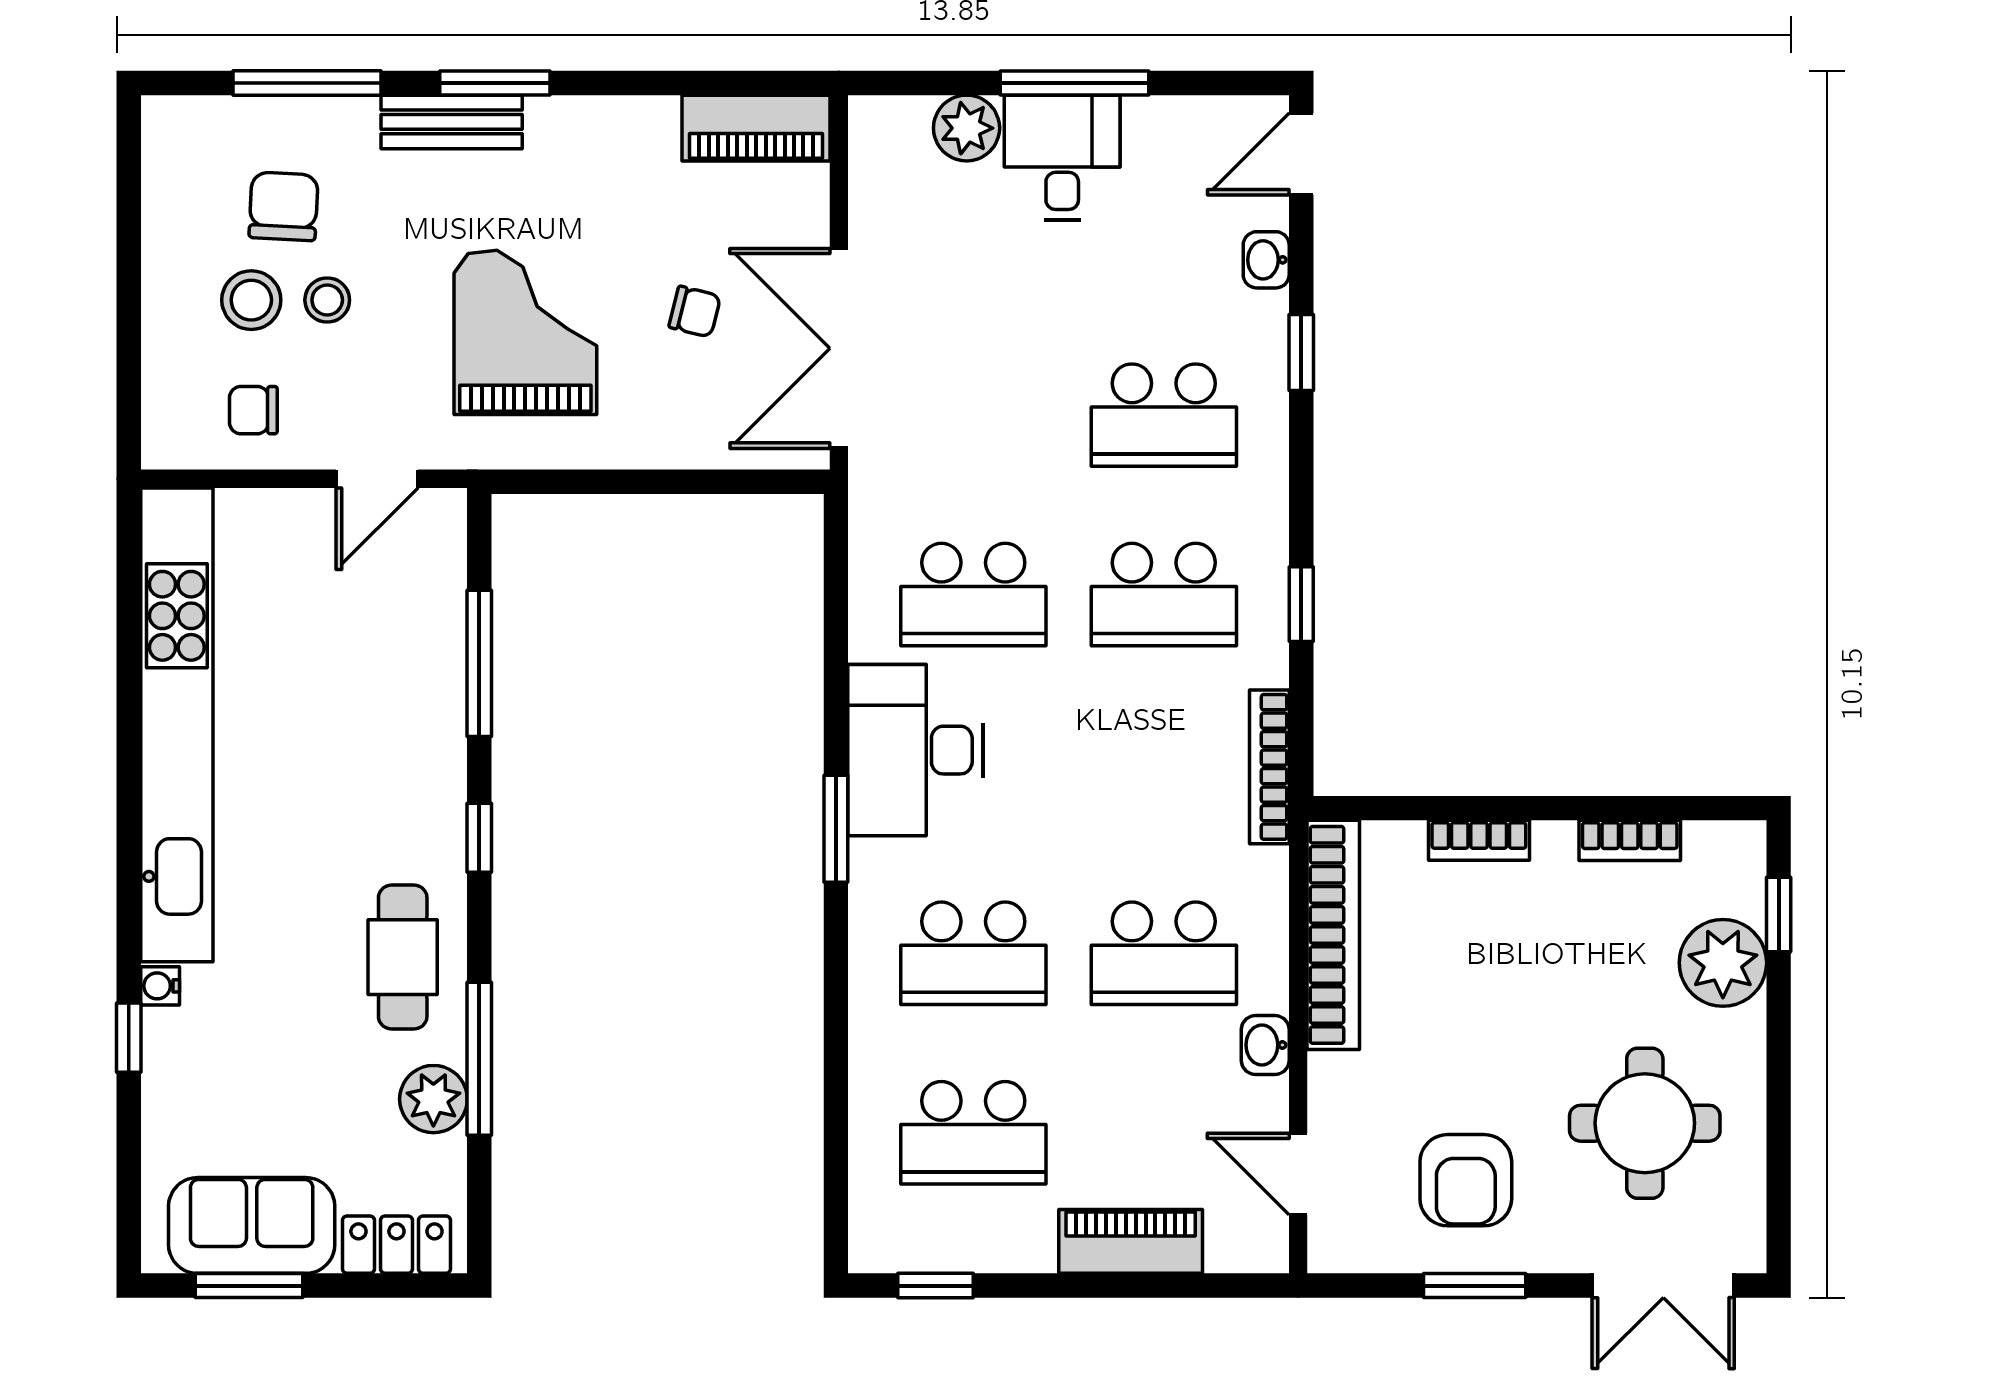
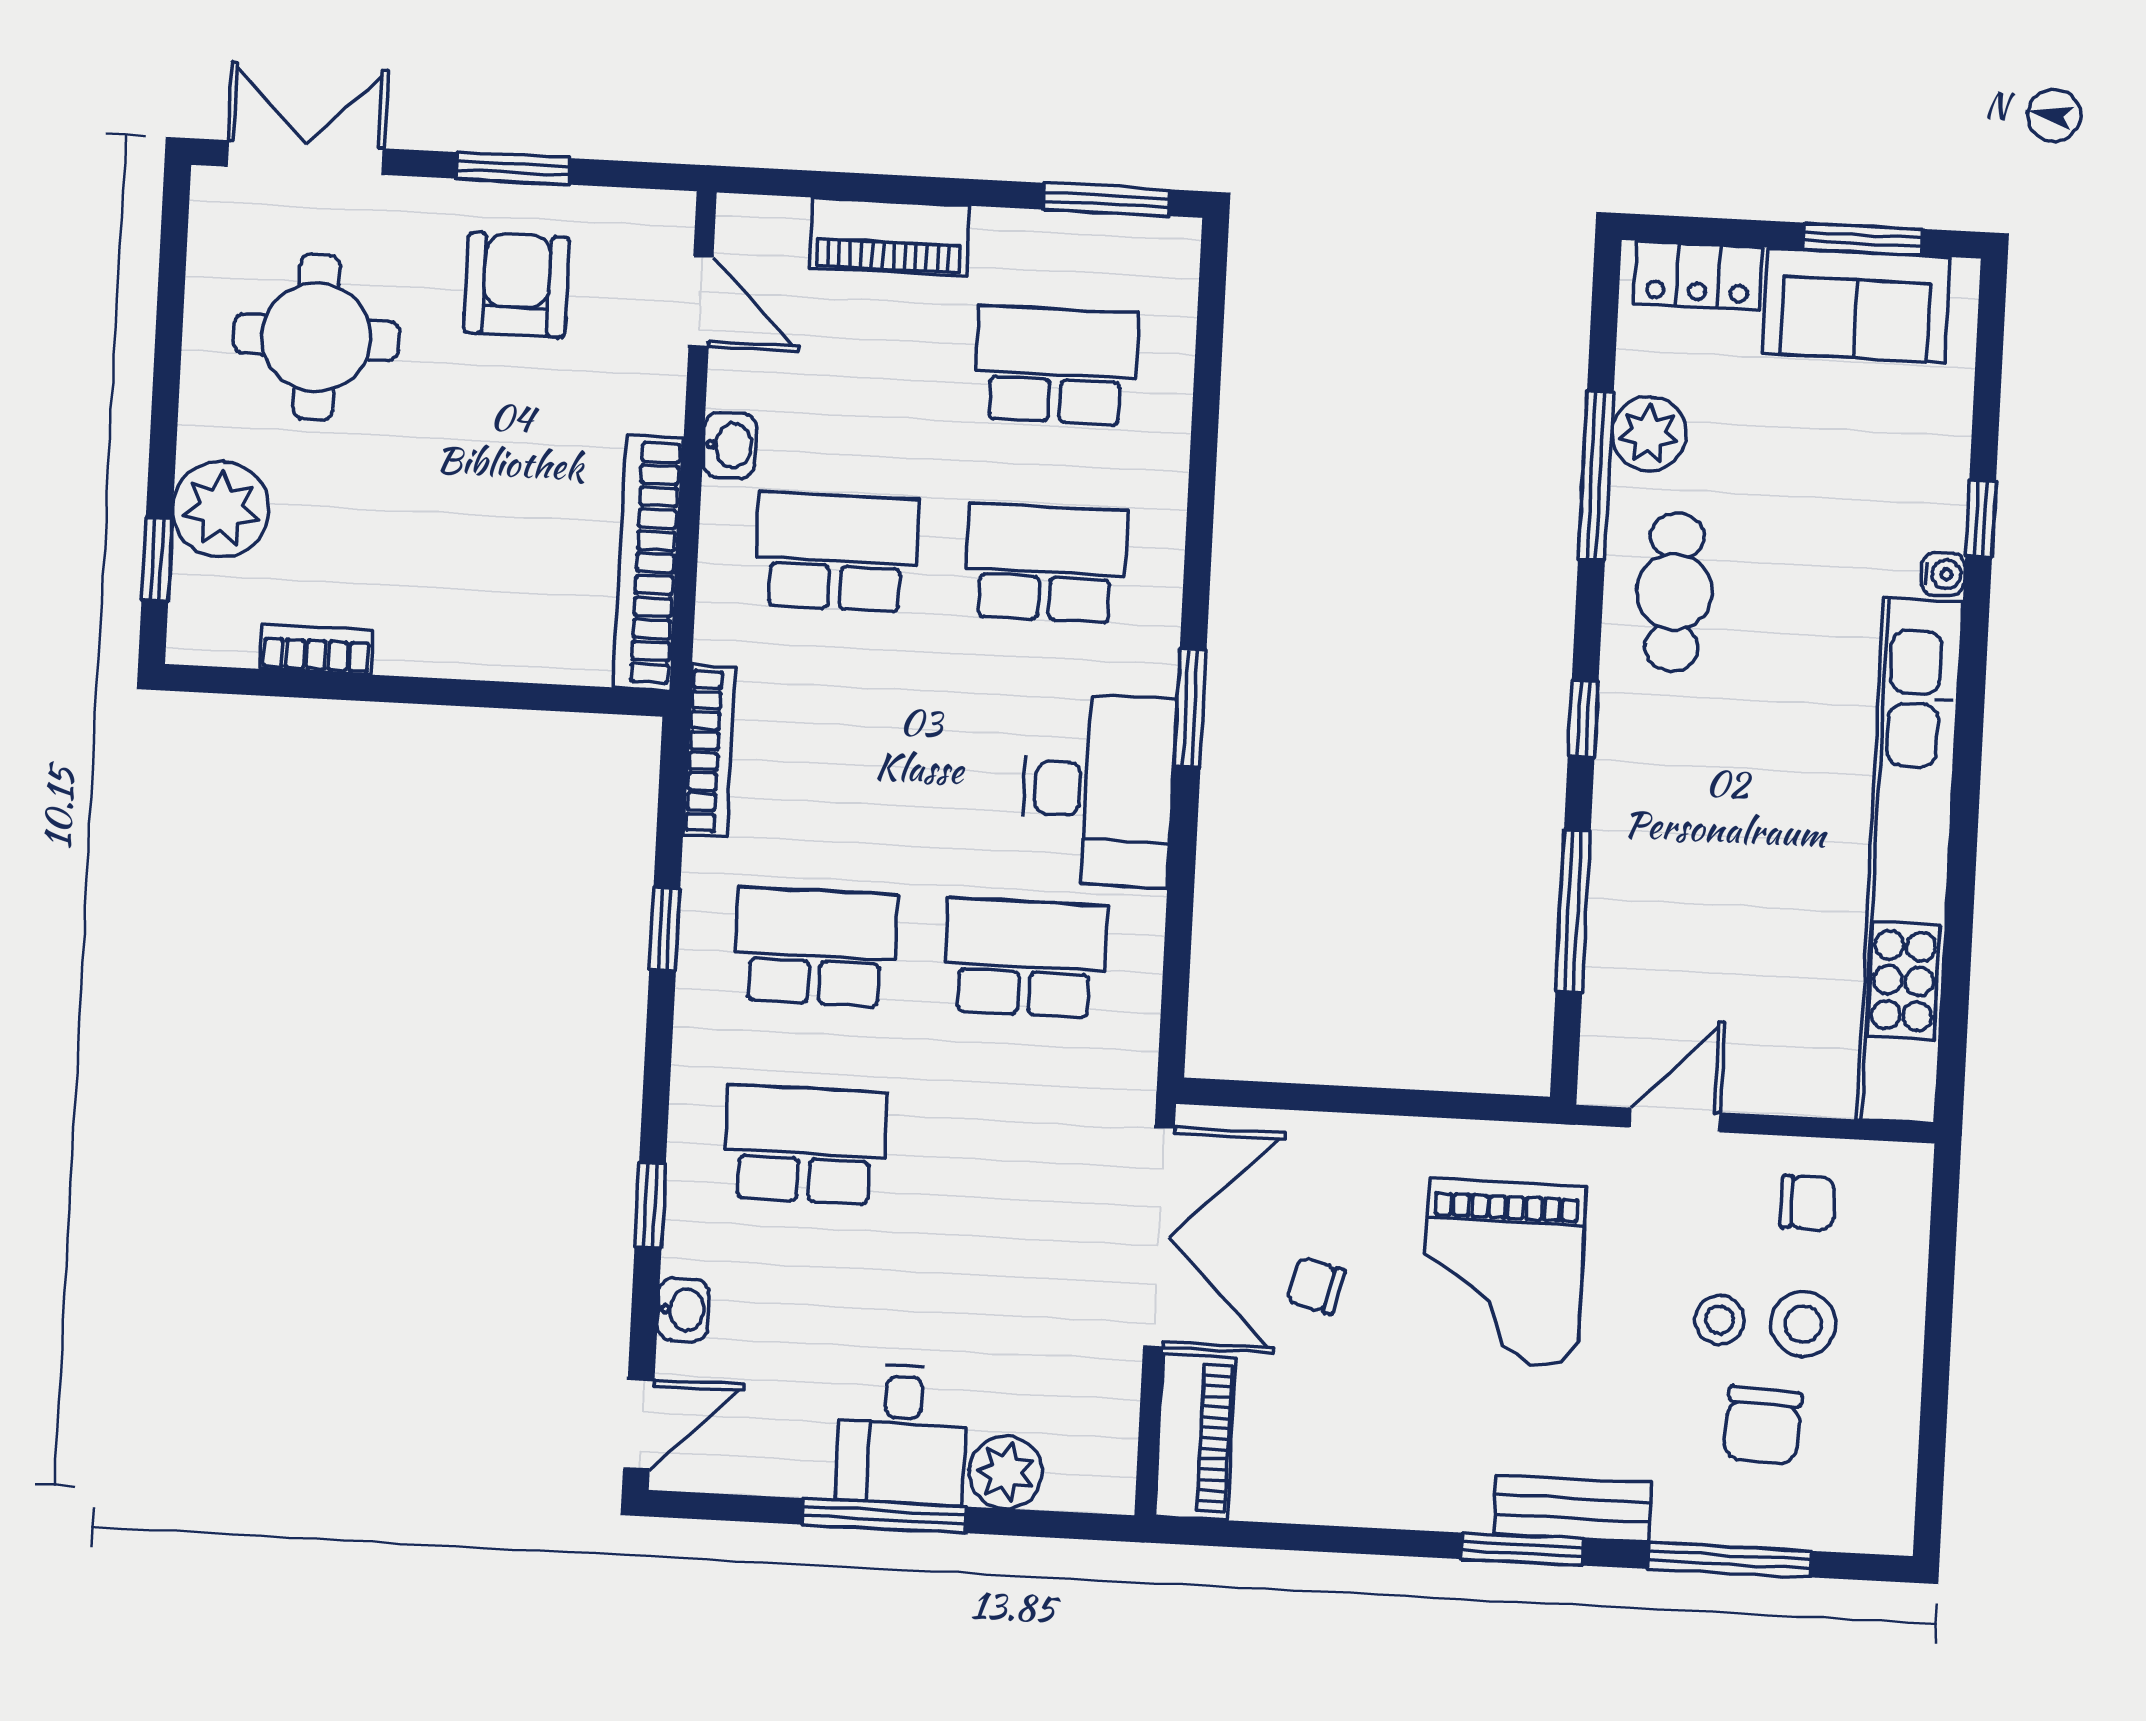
piano: (756, 128) -> (1195, 1437), moved, turned 90
bookcase: (1479, 840) -> (483, 658), removed
window: (936, 1286) -> (1107, 199), width x1.50

